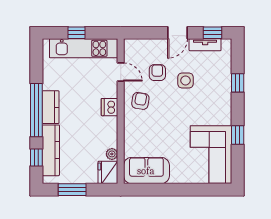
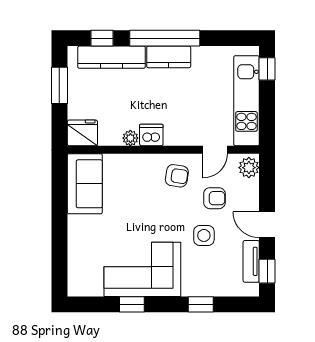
window: (76, 33) -> (267, 69), moved
plant: (134, 46) -> (249, 168), added
dishwasher: (110, 107) -> (151, 135), moved
plant: (112, 154) -> (130, 138), moved
corner sofa: (211, 154) -> (142, 269), moved

